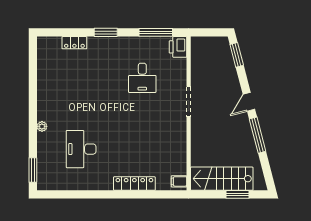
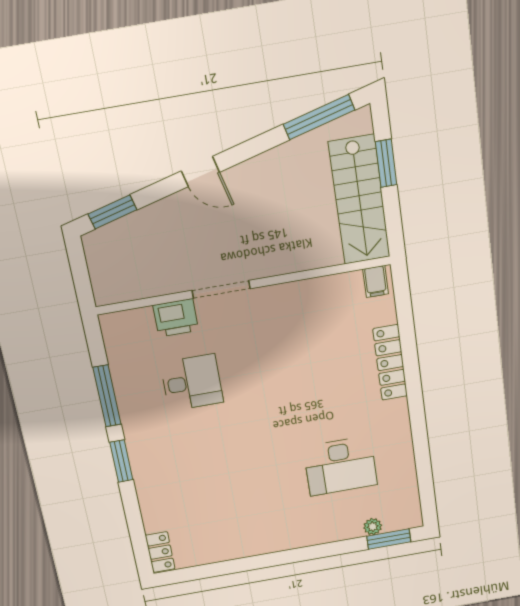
window: (156, 32) -> (107, 396), moved
locker: (74, 43) -> (160, 552), moved
printer: (178, 47) -> (176, 318), moved
plant: (42, 126) -> (373, 527), moved
window: (258, 135) -> (319, 117), moved

